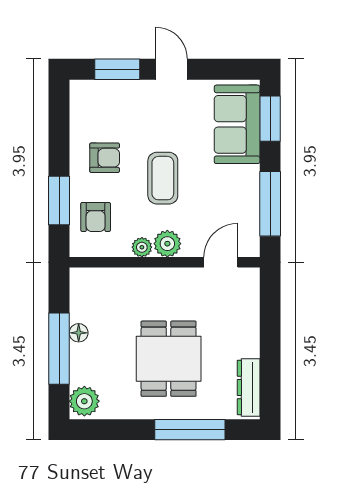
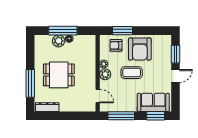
armchair: (105, 158) -> (140, 49), width x1.88, depth x1.88
plant: (84, 401) -> (59, 41), moved

